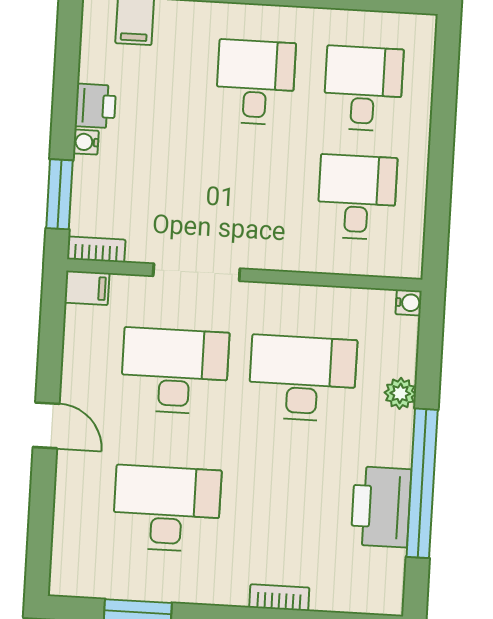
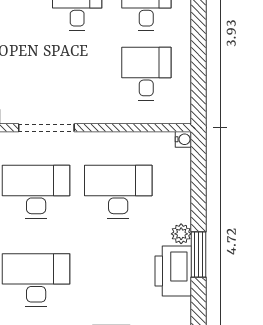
plant: (400, 393) -> (181, 234), moved
window: (422, 483) -> (198, 254), width x0.47

